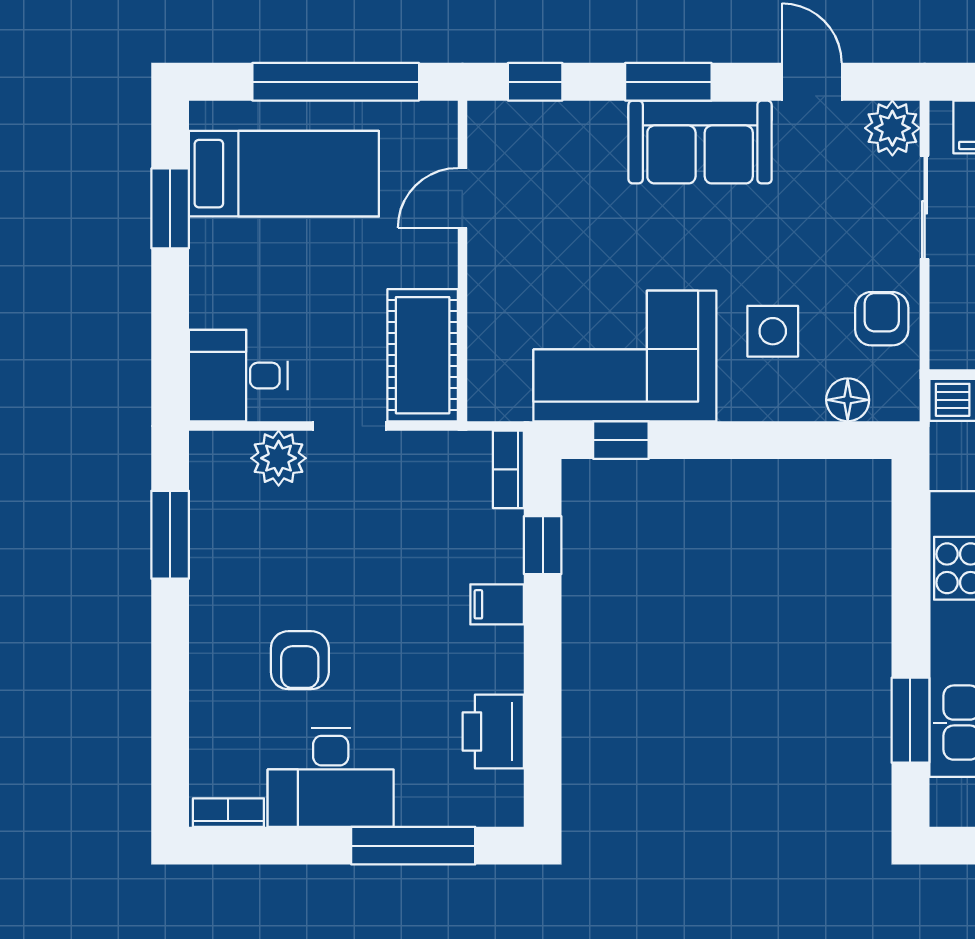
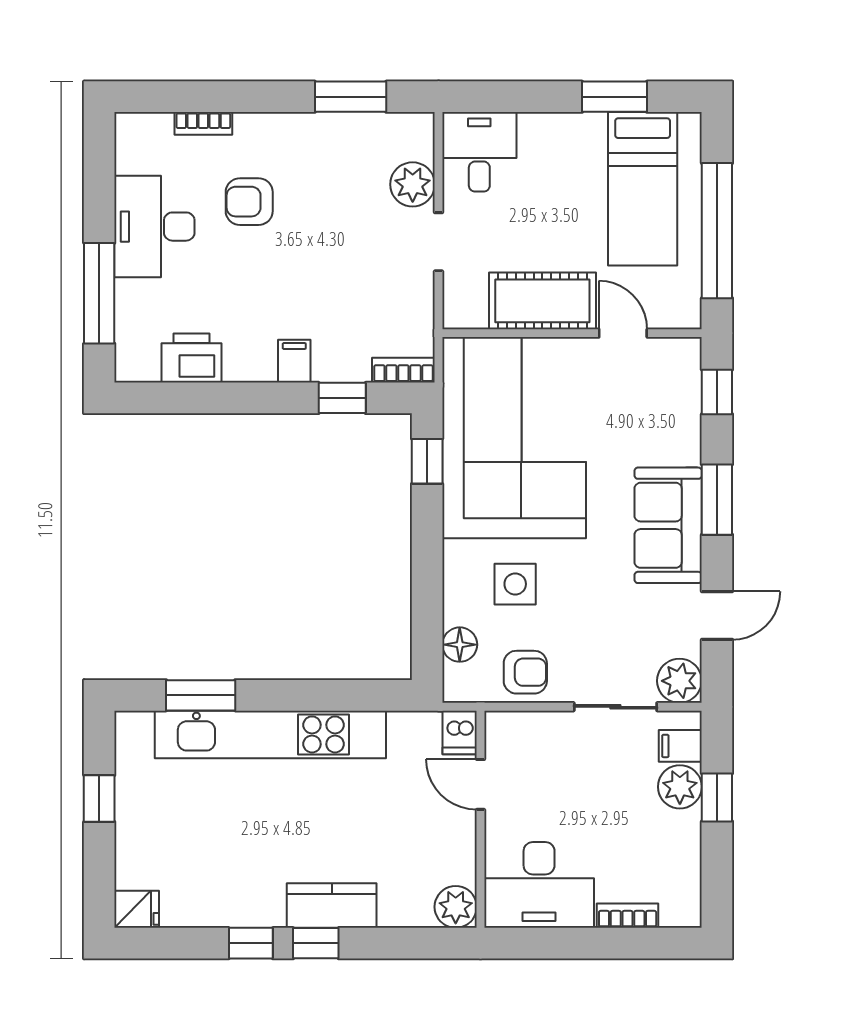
cot: (423, 355) -> (542, 301), moved
corner sofa: (625, 356) -> (514, 438), width x1.36, depth x1.36
bookcase: (228, 813) -> (203, 123), moved, turned 90

